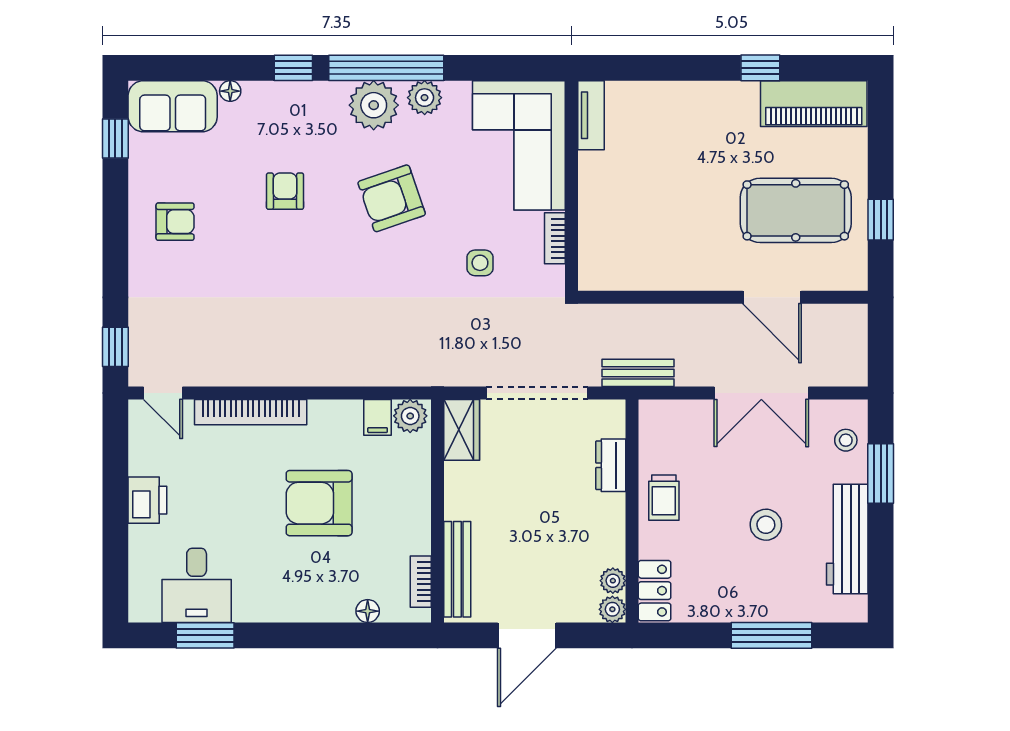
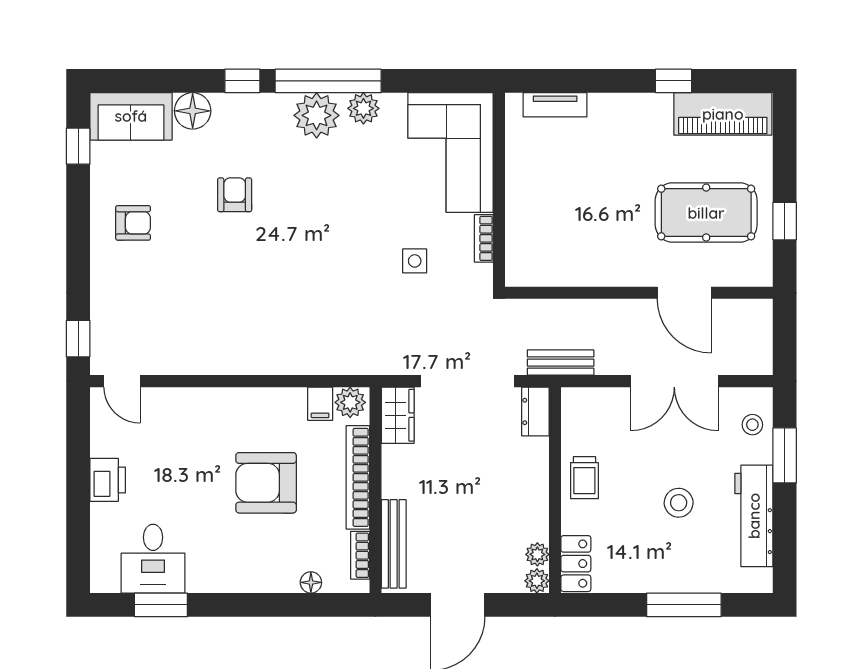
floor lamp: (230, 91) -> (193, 111), width x1.89, depth x1.89
tv unit: (591, 115) -> (555, 105), moved, turned 90
armchair: (392, 198) -> (333, 201), removed
bookcase: (251, 412) -> (358, 477), moved, turned 90
dresser: (611, 465) -> (535, 411), moved

